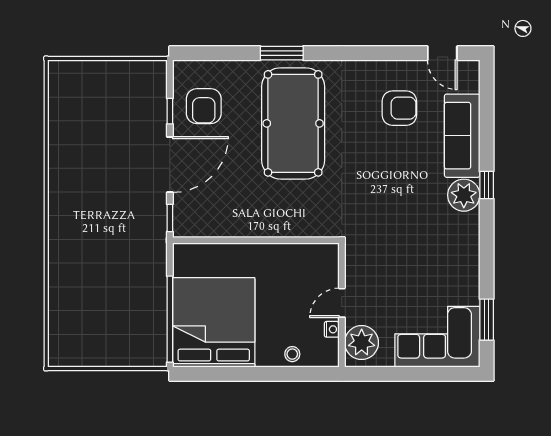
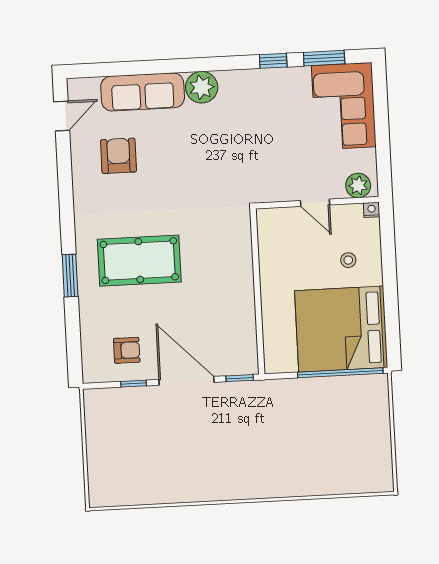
armchair: (204, 106) -> (127, 350), width x0.72, depth x0.72
pool table: (293, 123) -> (139, 261), width x0.73, depth x0.76
window: (487, 185) -> (273, 61), moved
nightstand: (332, 329) -> (372, 210), moved
plant: (362, 343) -> (358, 185), width x0.73, depth x0.73
stool: (292, 354) -> (348, 260), moved

